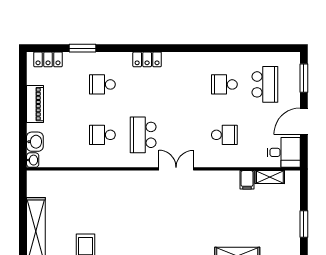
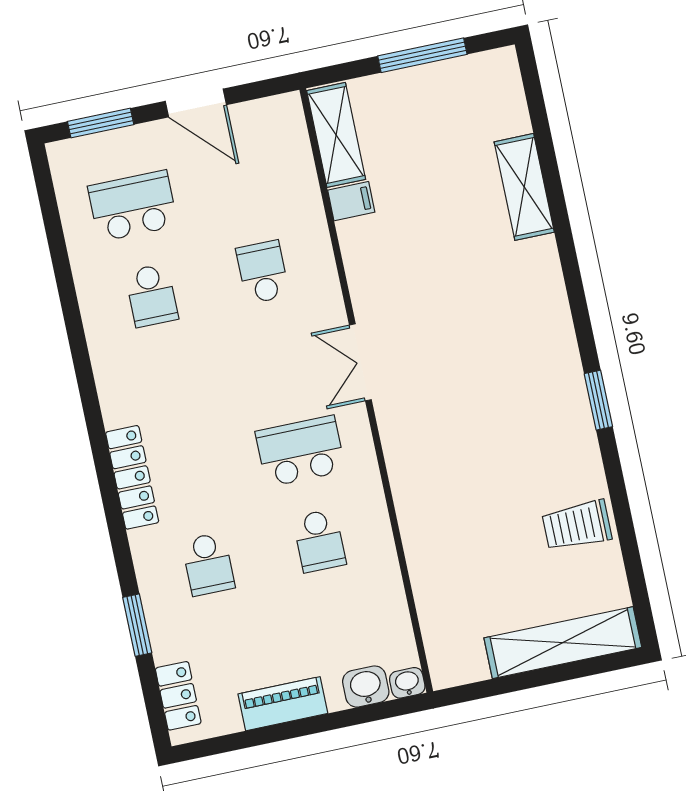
locker: (147, 59) -> (132, 477), width x1.53
school desk: (143, 135) -> (300, 451), turned 180
desk: (284, 152) -> (274, 133), removed
shelving: (270, 177) -> (336, 135), width x1.50, depth x1.33
window: (304, 224) -> (422, 55), width x1.44

